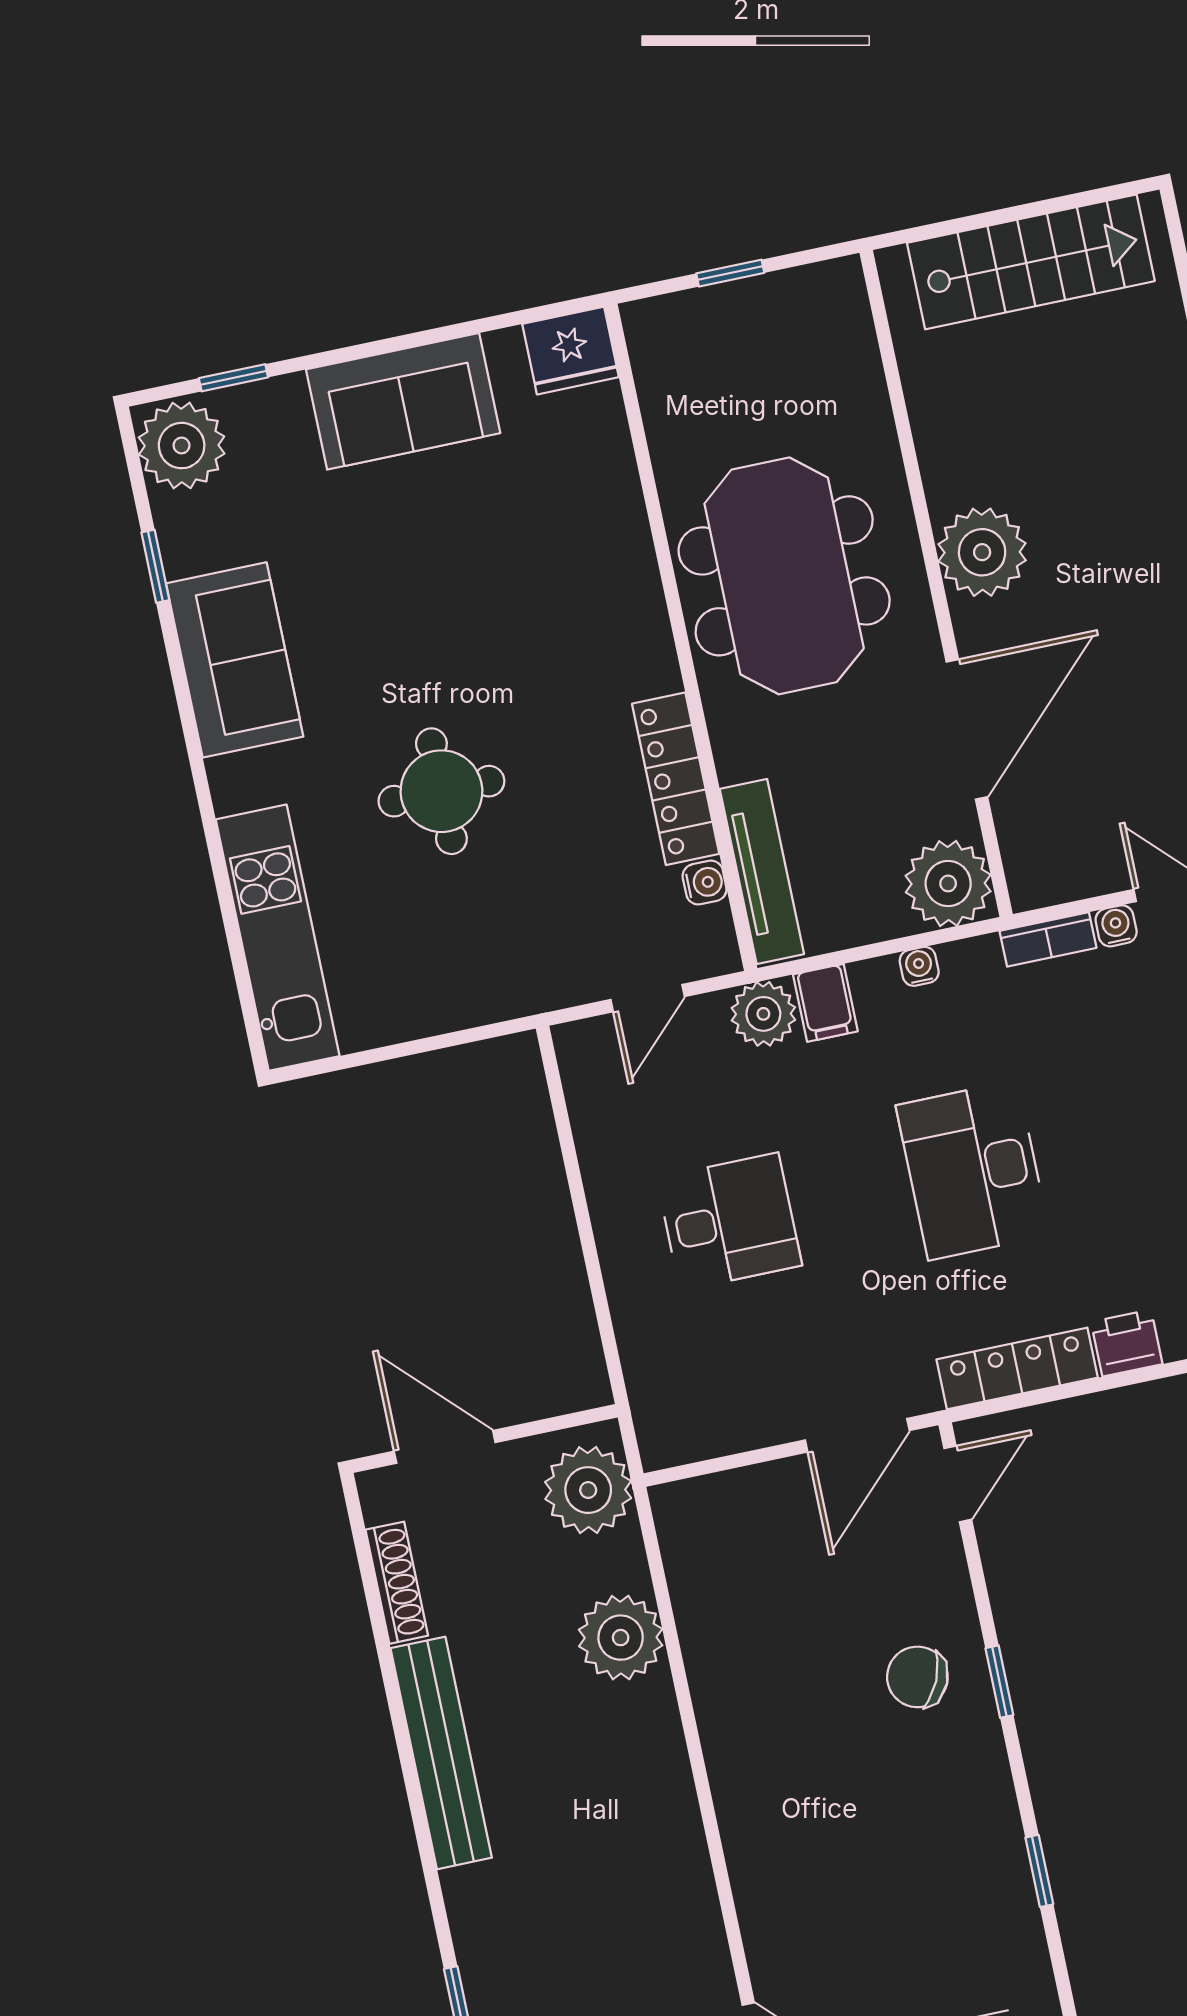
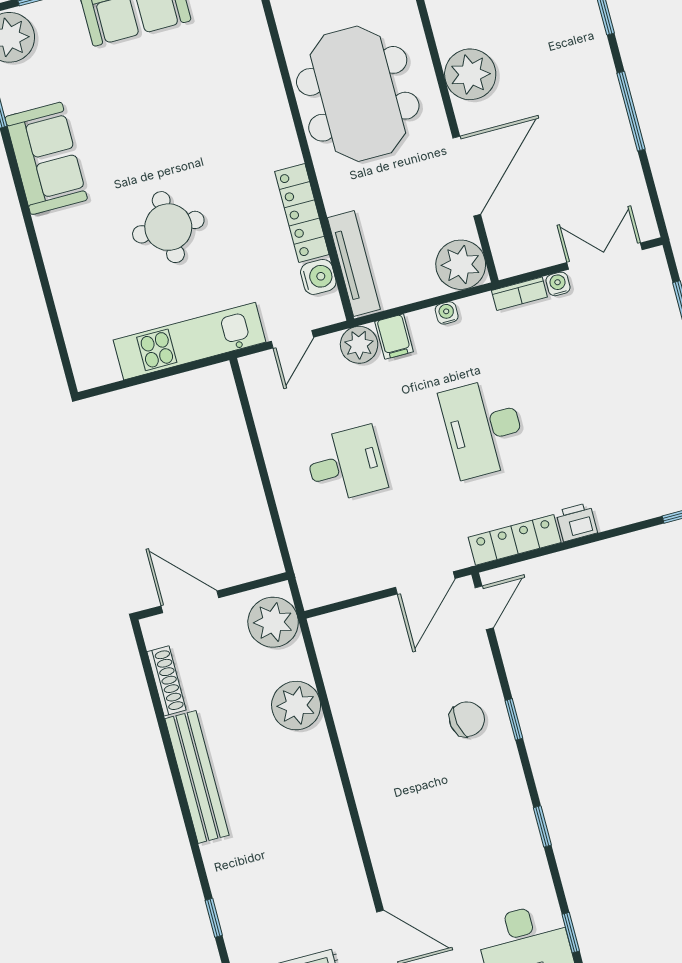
water cooler: (705, 883) -> (318, 277), width x1.38, depth x1.38
kitchen unit: (278, 938) -> (190, 341), moved, turned -90
chair: (917, 1677) -> (467, 719), turned 146

